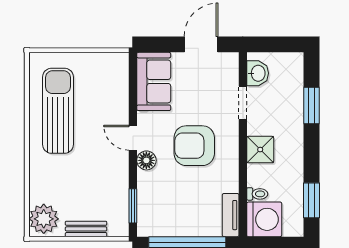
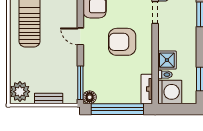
shower: (260, 150) -> (167, 60), moved
floor lamp: (146, 160) -> (90, 97), moved
window: (133, 206) -> (80, 83), width x1.44

